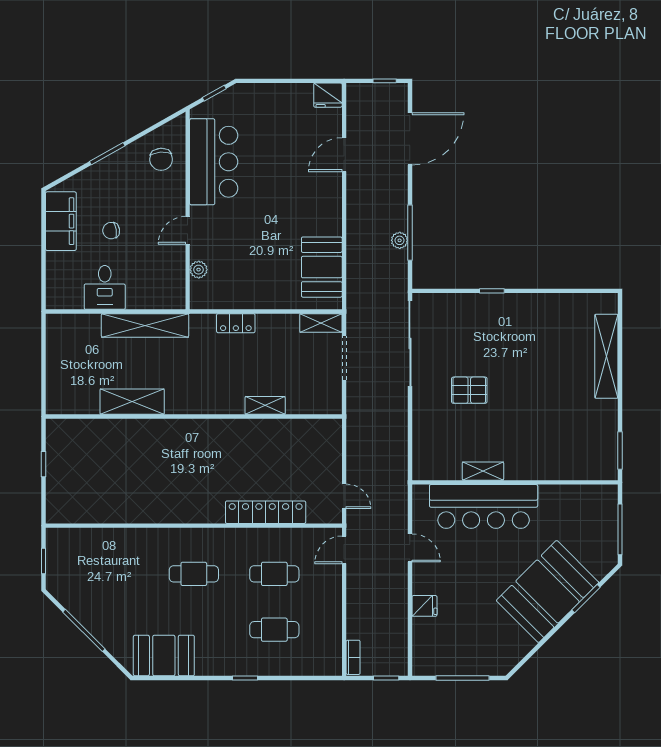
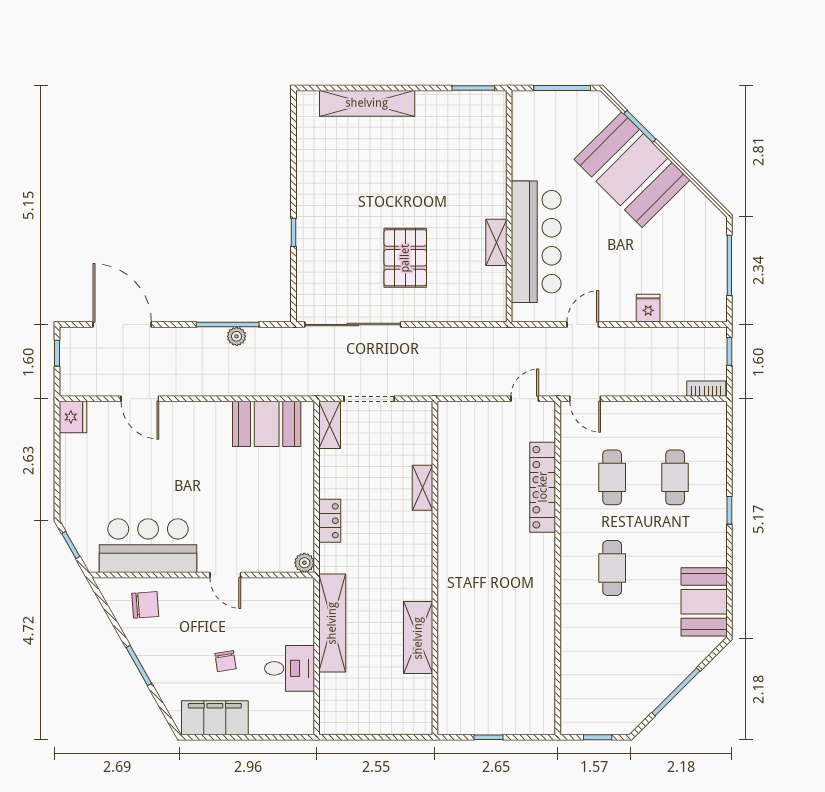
plant: (199, 270) -> (304, 563), moved
pallet: (469, 390) -> (405, 258), width x1.50, depth x1.42

